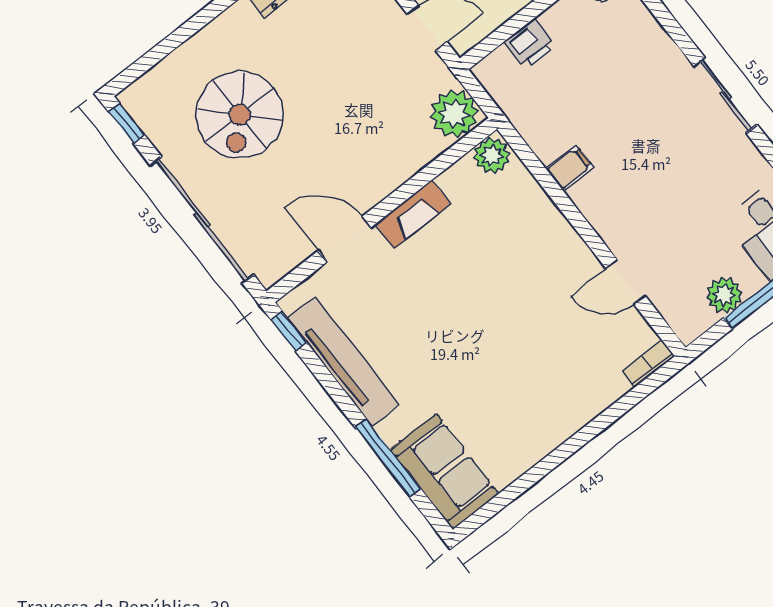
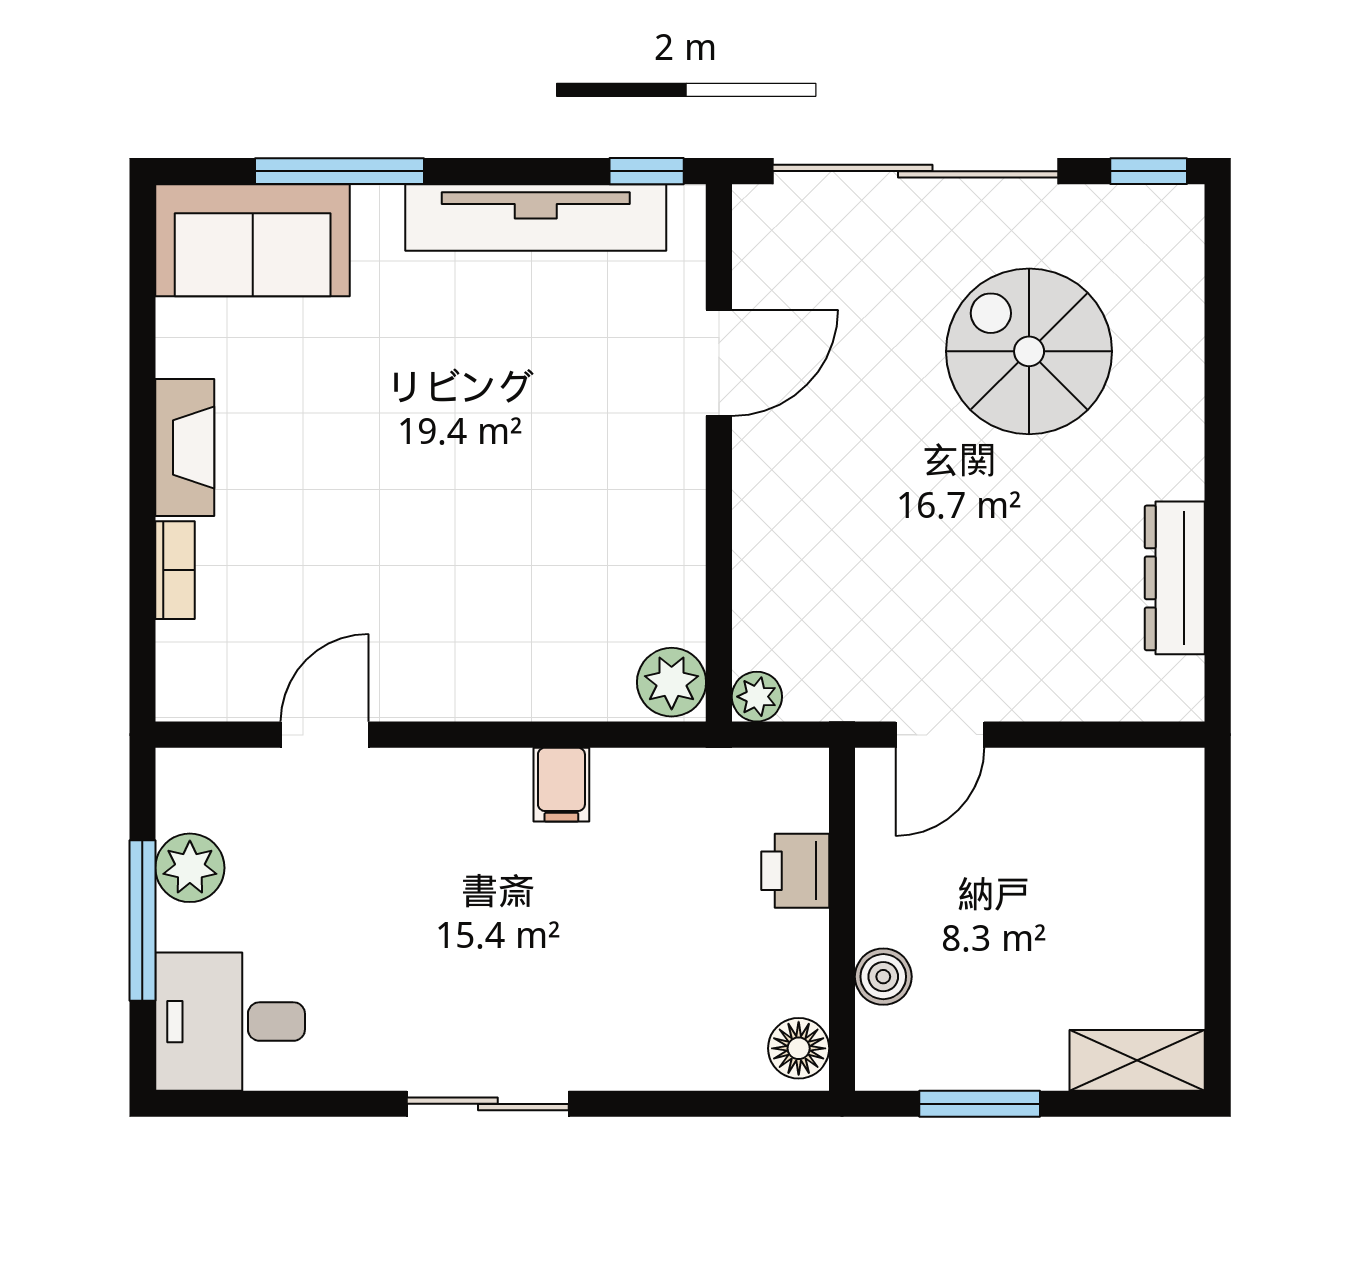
plant: (454, 114) -> (757, 697), width x0.53, depth x0.53
fireplace: (413, 214) -> (185, 447), moved, turned 180
bookcase: (648, 364) -> (175, 570), moved

